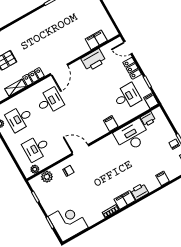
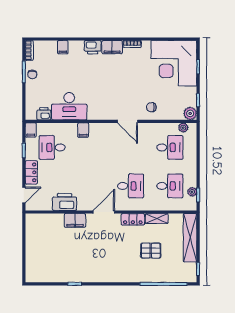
filing cabinet: (96, 40) -> (75, 220), moved
door: (128, 48) -> (24, 195), hinge flipped
desk: (50, 101) -> (131, 186), turned 180
plant: (47, 177) -> (190, 113), moved
corner desk: (68, 222) -> (174, 63), width x1.36, depth x1.36

